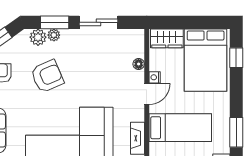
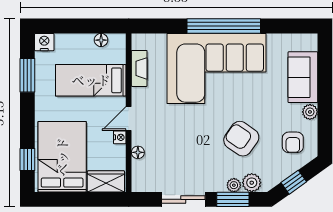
armchair: (47, 76) -> (241, 139), turned 58

